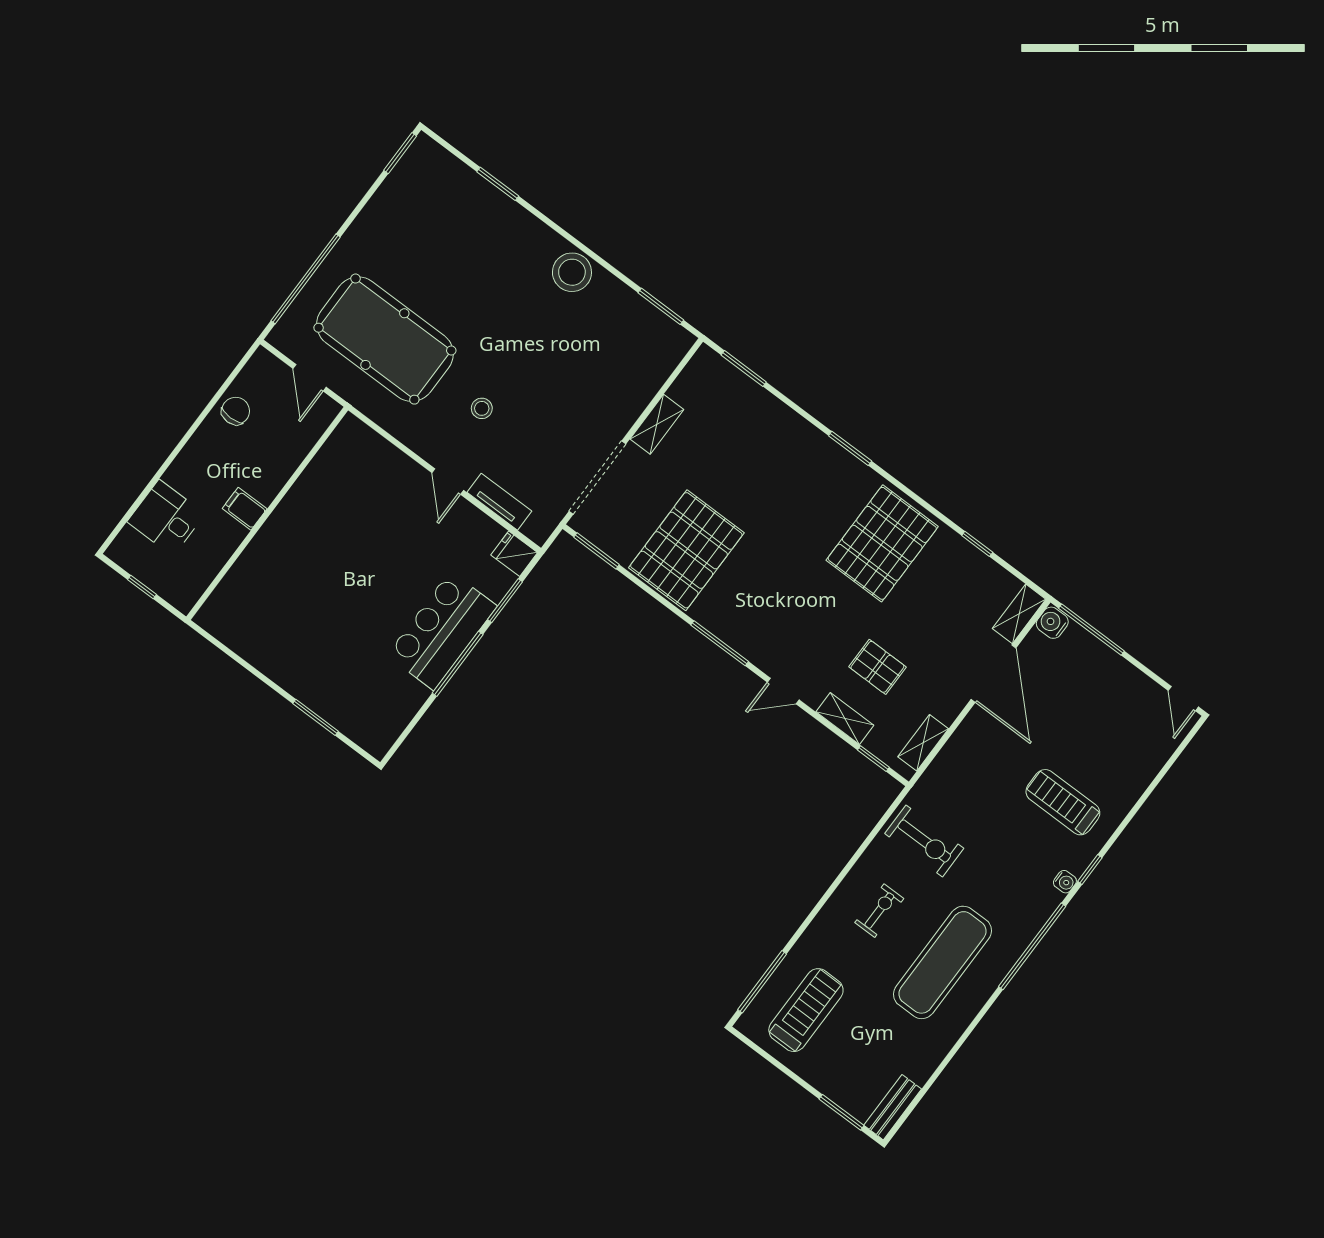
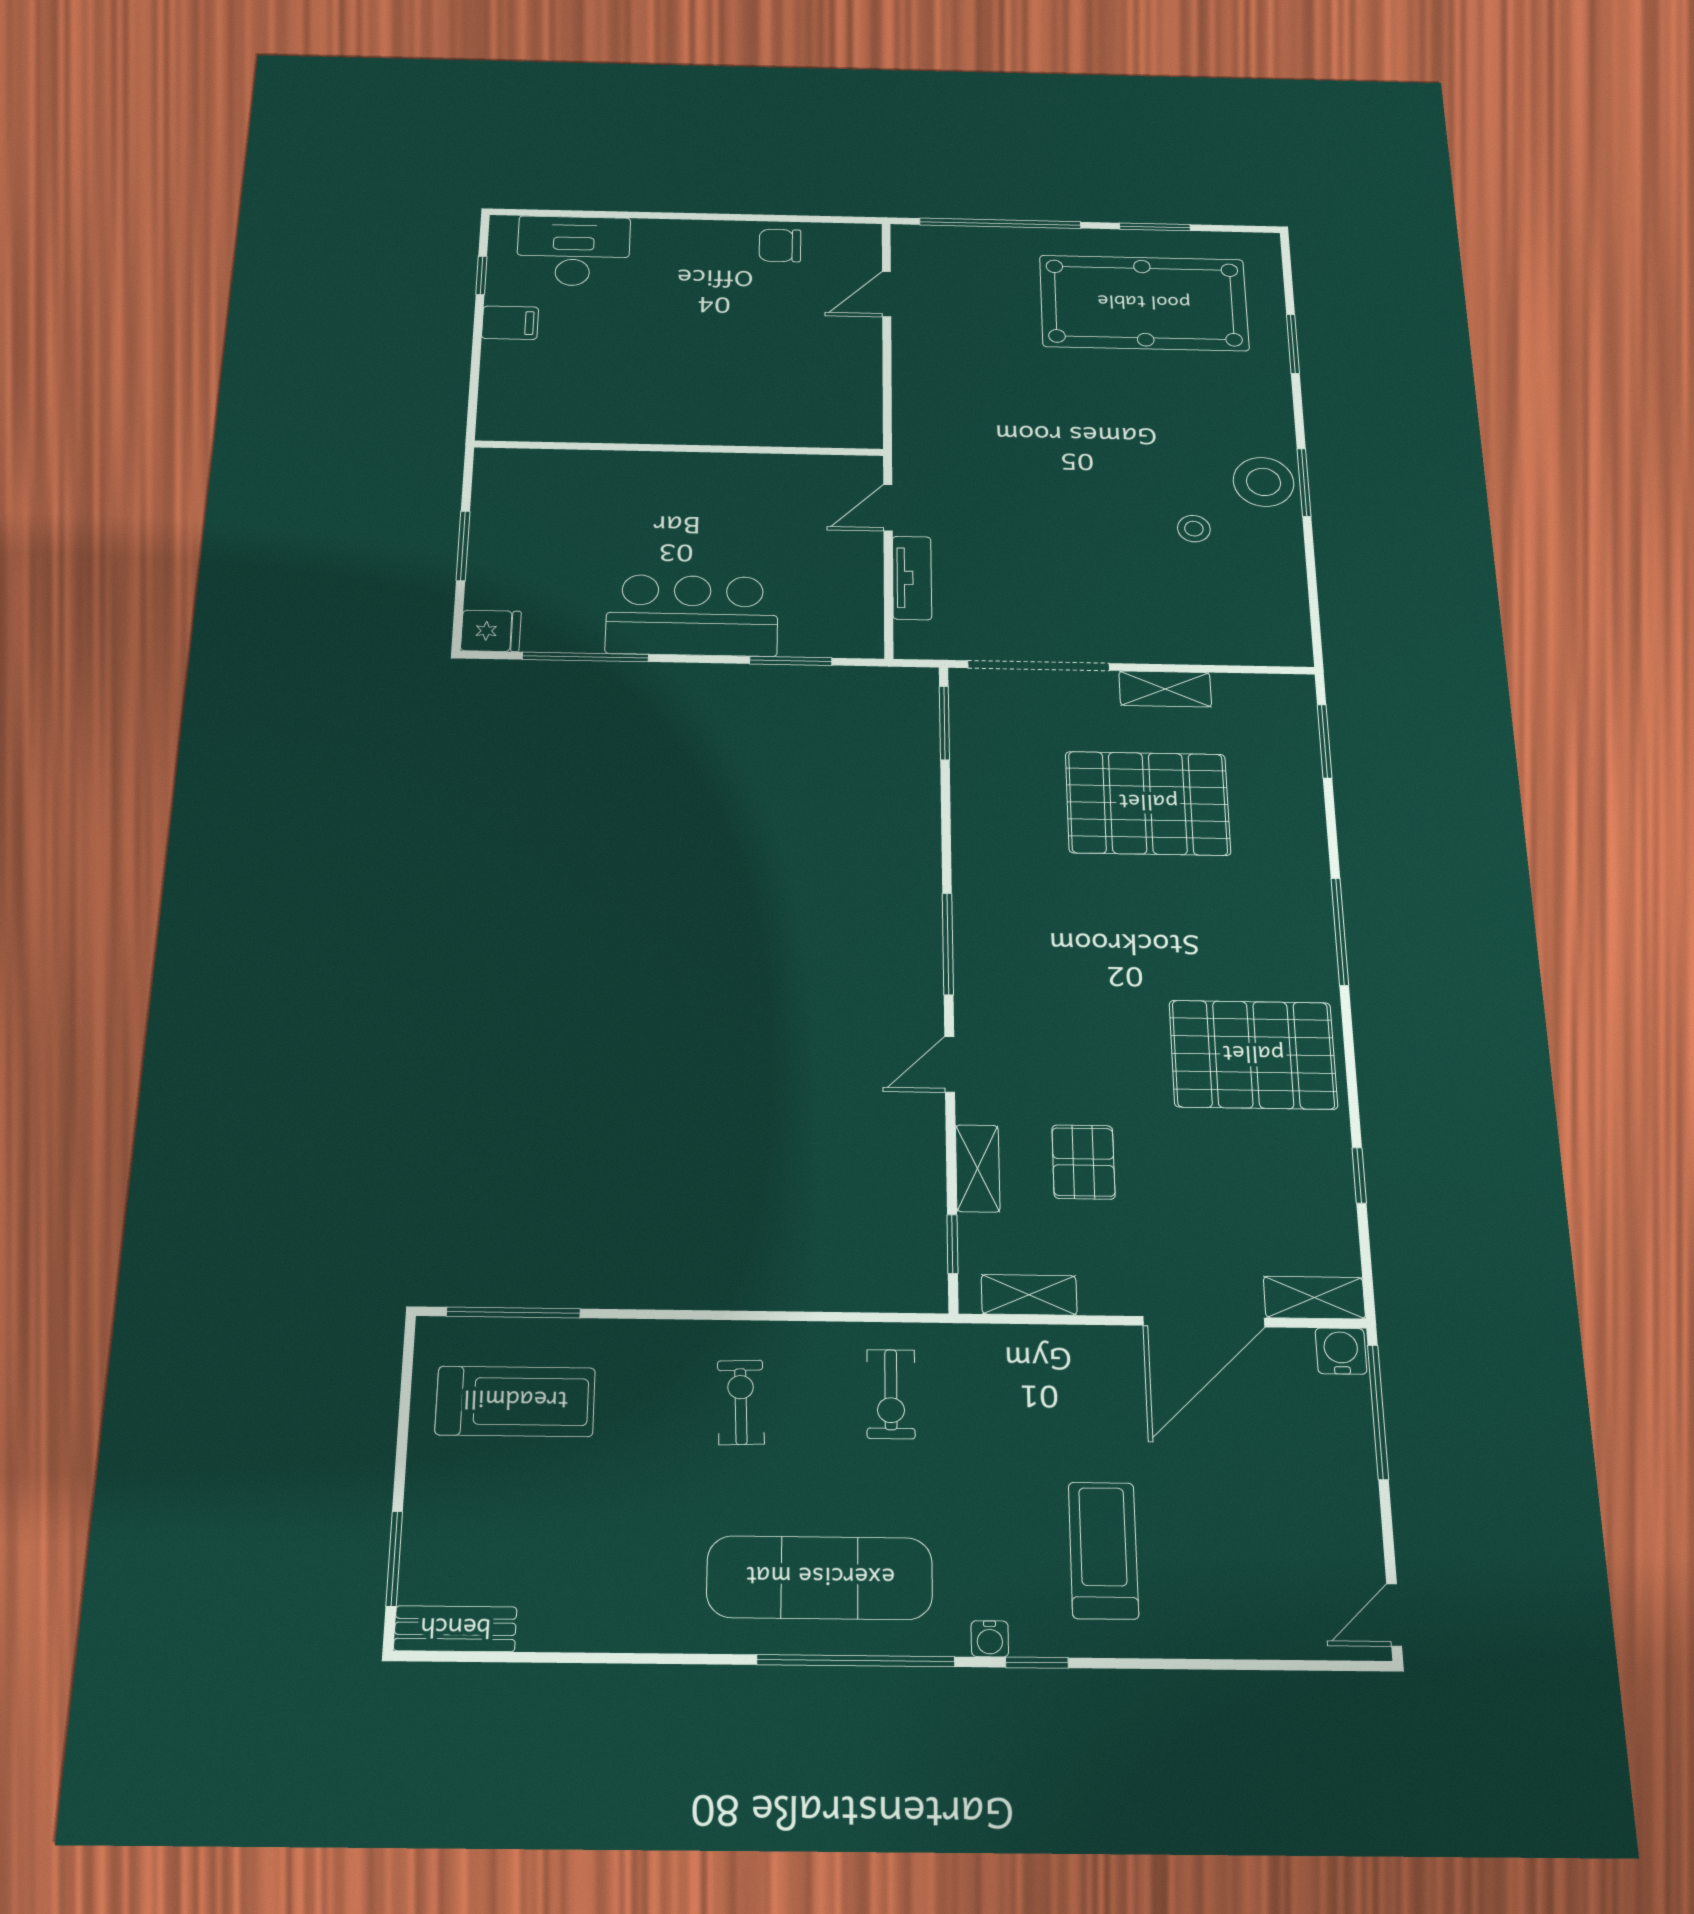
window: (400, 153) -> (1155, 227), moved
window: (661, 306) -> (1304, 482), moved
pool table: (385, 339) -> (1144, 303), moved, turned 90
stool: (482, 408) -> (1194, 529), moved
chair: (236, 411) -> (780, 245), turned 180
window: (850, 448) -> (1340, 932), width x1.44
filing cabinet: (245, 509) -> (510, 323), moved, turned 90
wall: (267, 513) -> (679, 448), moved
desk: (166, 518) -> (573, 251), width x1.37
pallet: (686, 550) -> (1148, 803), moved
fridge: (514, 554) -> (491, 631), moved, turned 90
window: (458, 664) -> (585, 657), moved
door: (783, 691) -> (950, 1064), hinge flipped
exercise bike: (924, 841) -> (891, 1394), width x0.73, depth x0.72
exercise bike: (879, 911) -> (741, 1402), turned -92
exercise mat: (943, 962) -> (820, 1578), moved

